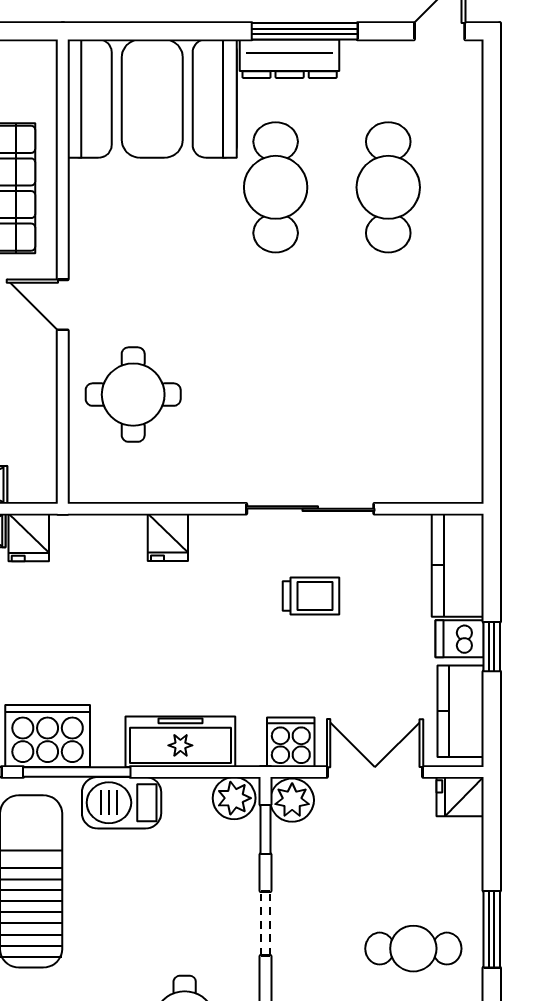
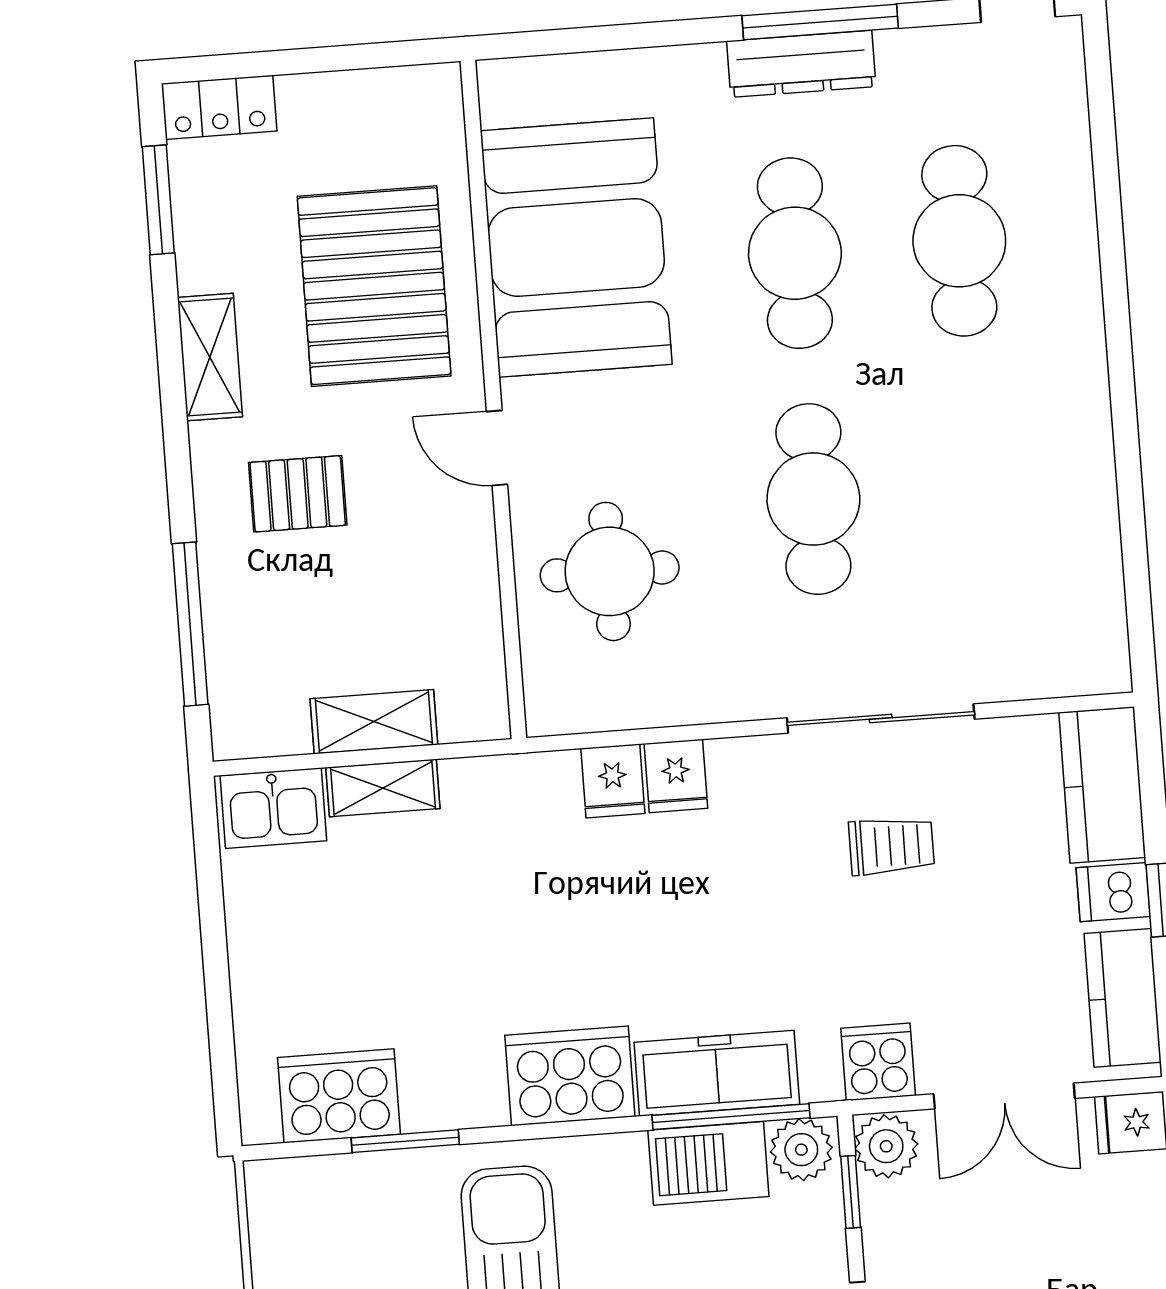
booth: (152, 99) -> (576, 247), moved, turned 90
cafe table: (276, 356) -> (813, 499), added
fridge: (29, 537) -> (613, 781), moved
cooker: (48, 736) -> (570, 1076), moved
window: (77, 772) -> (731, 1117), moved
double door: (375, 772) -> (1004, 1096), swing flipped
barbecue: (122, 803) -> (708, 1163), moved

